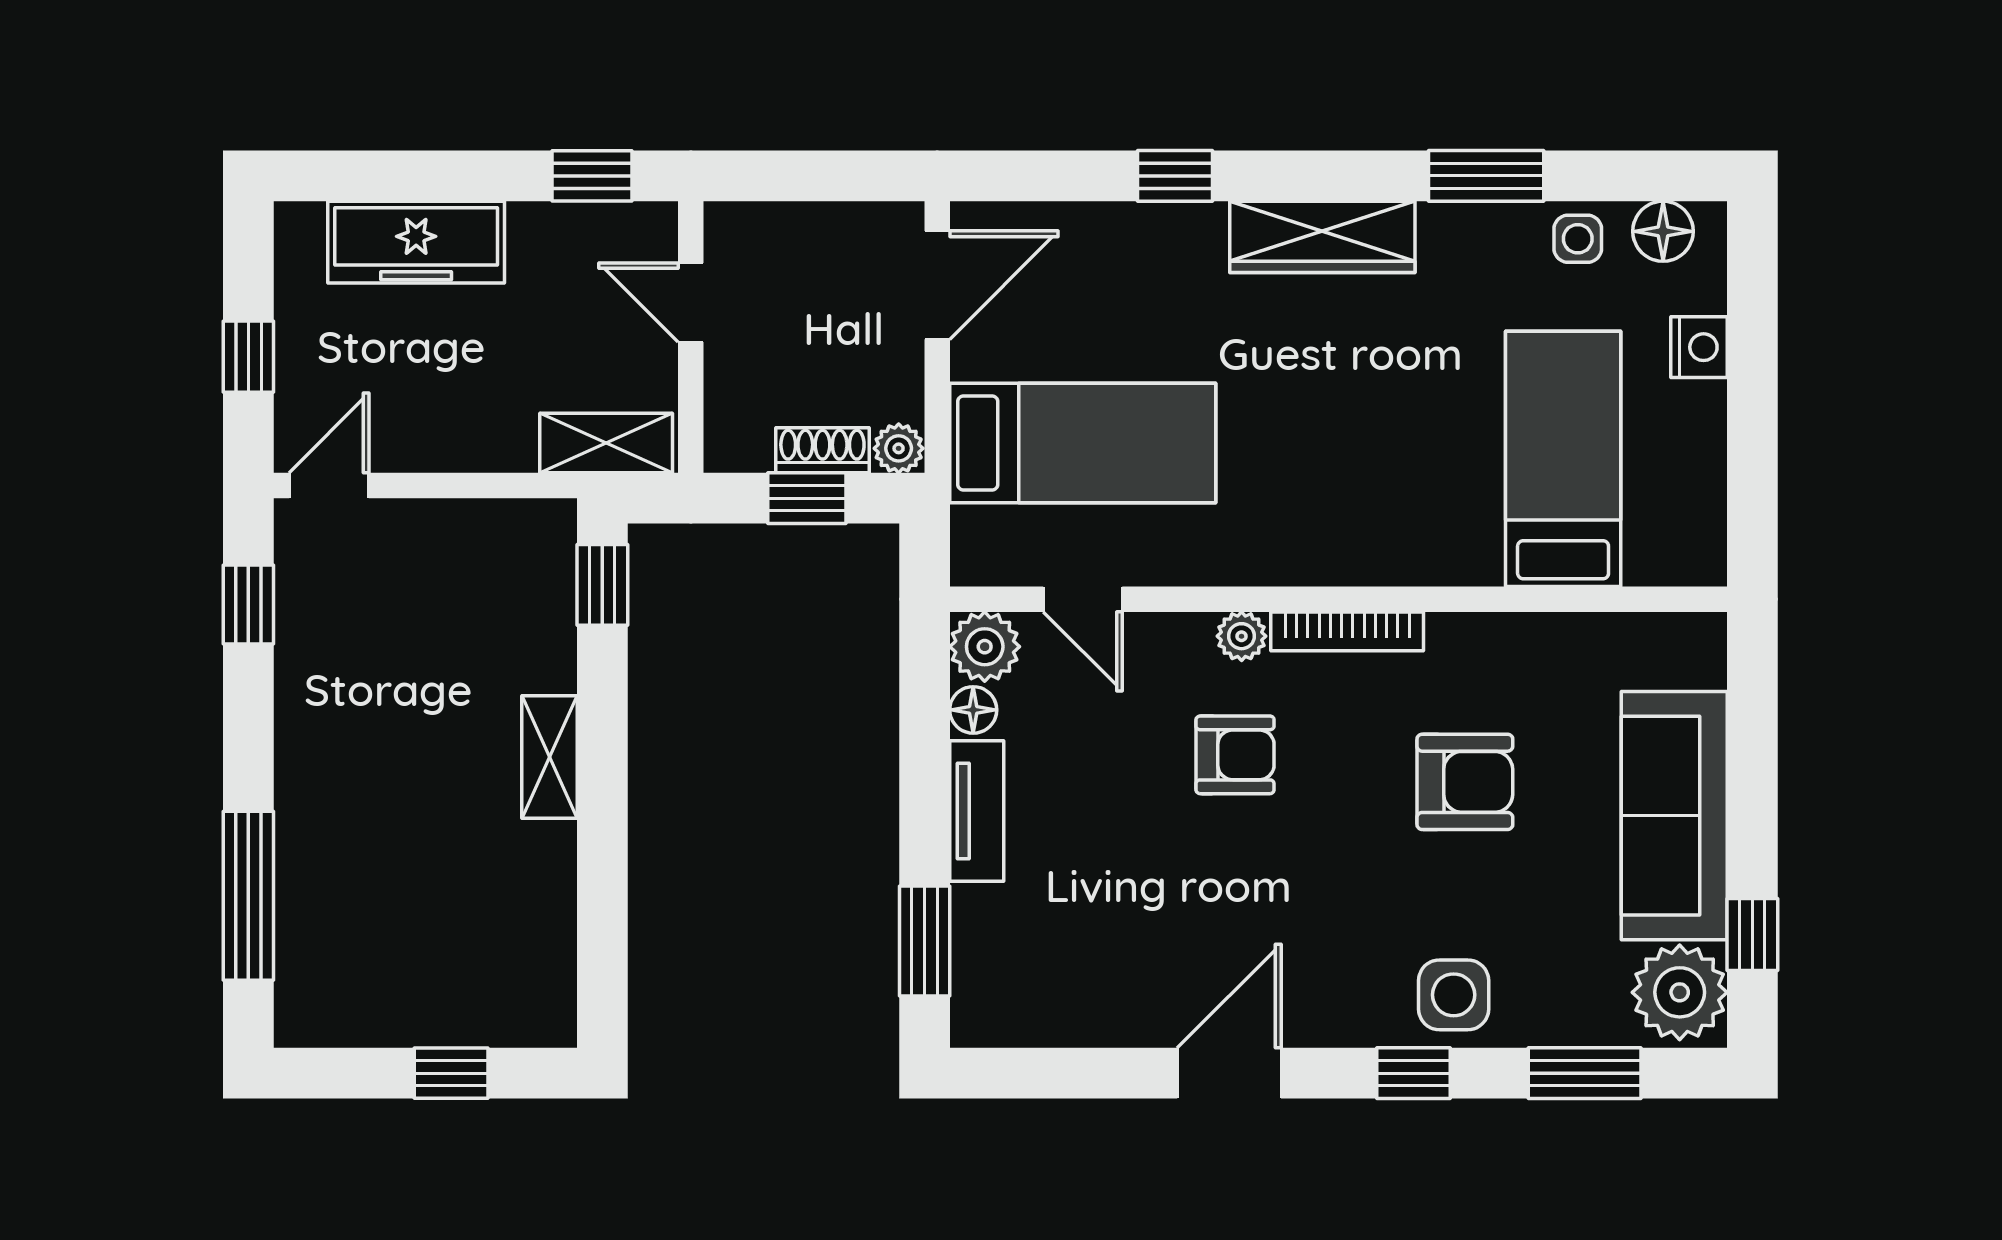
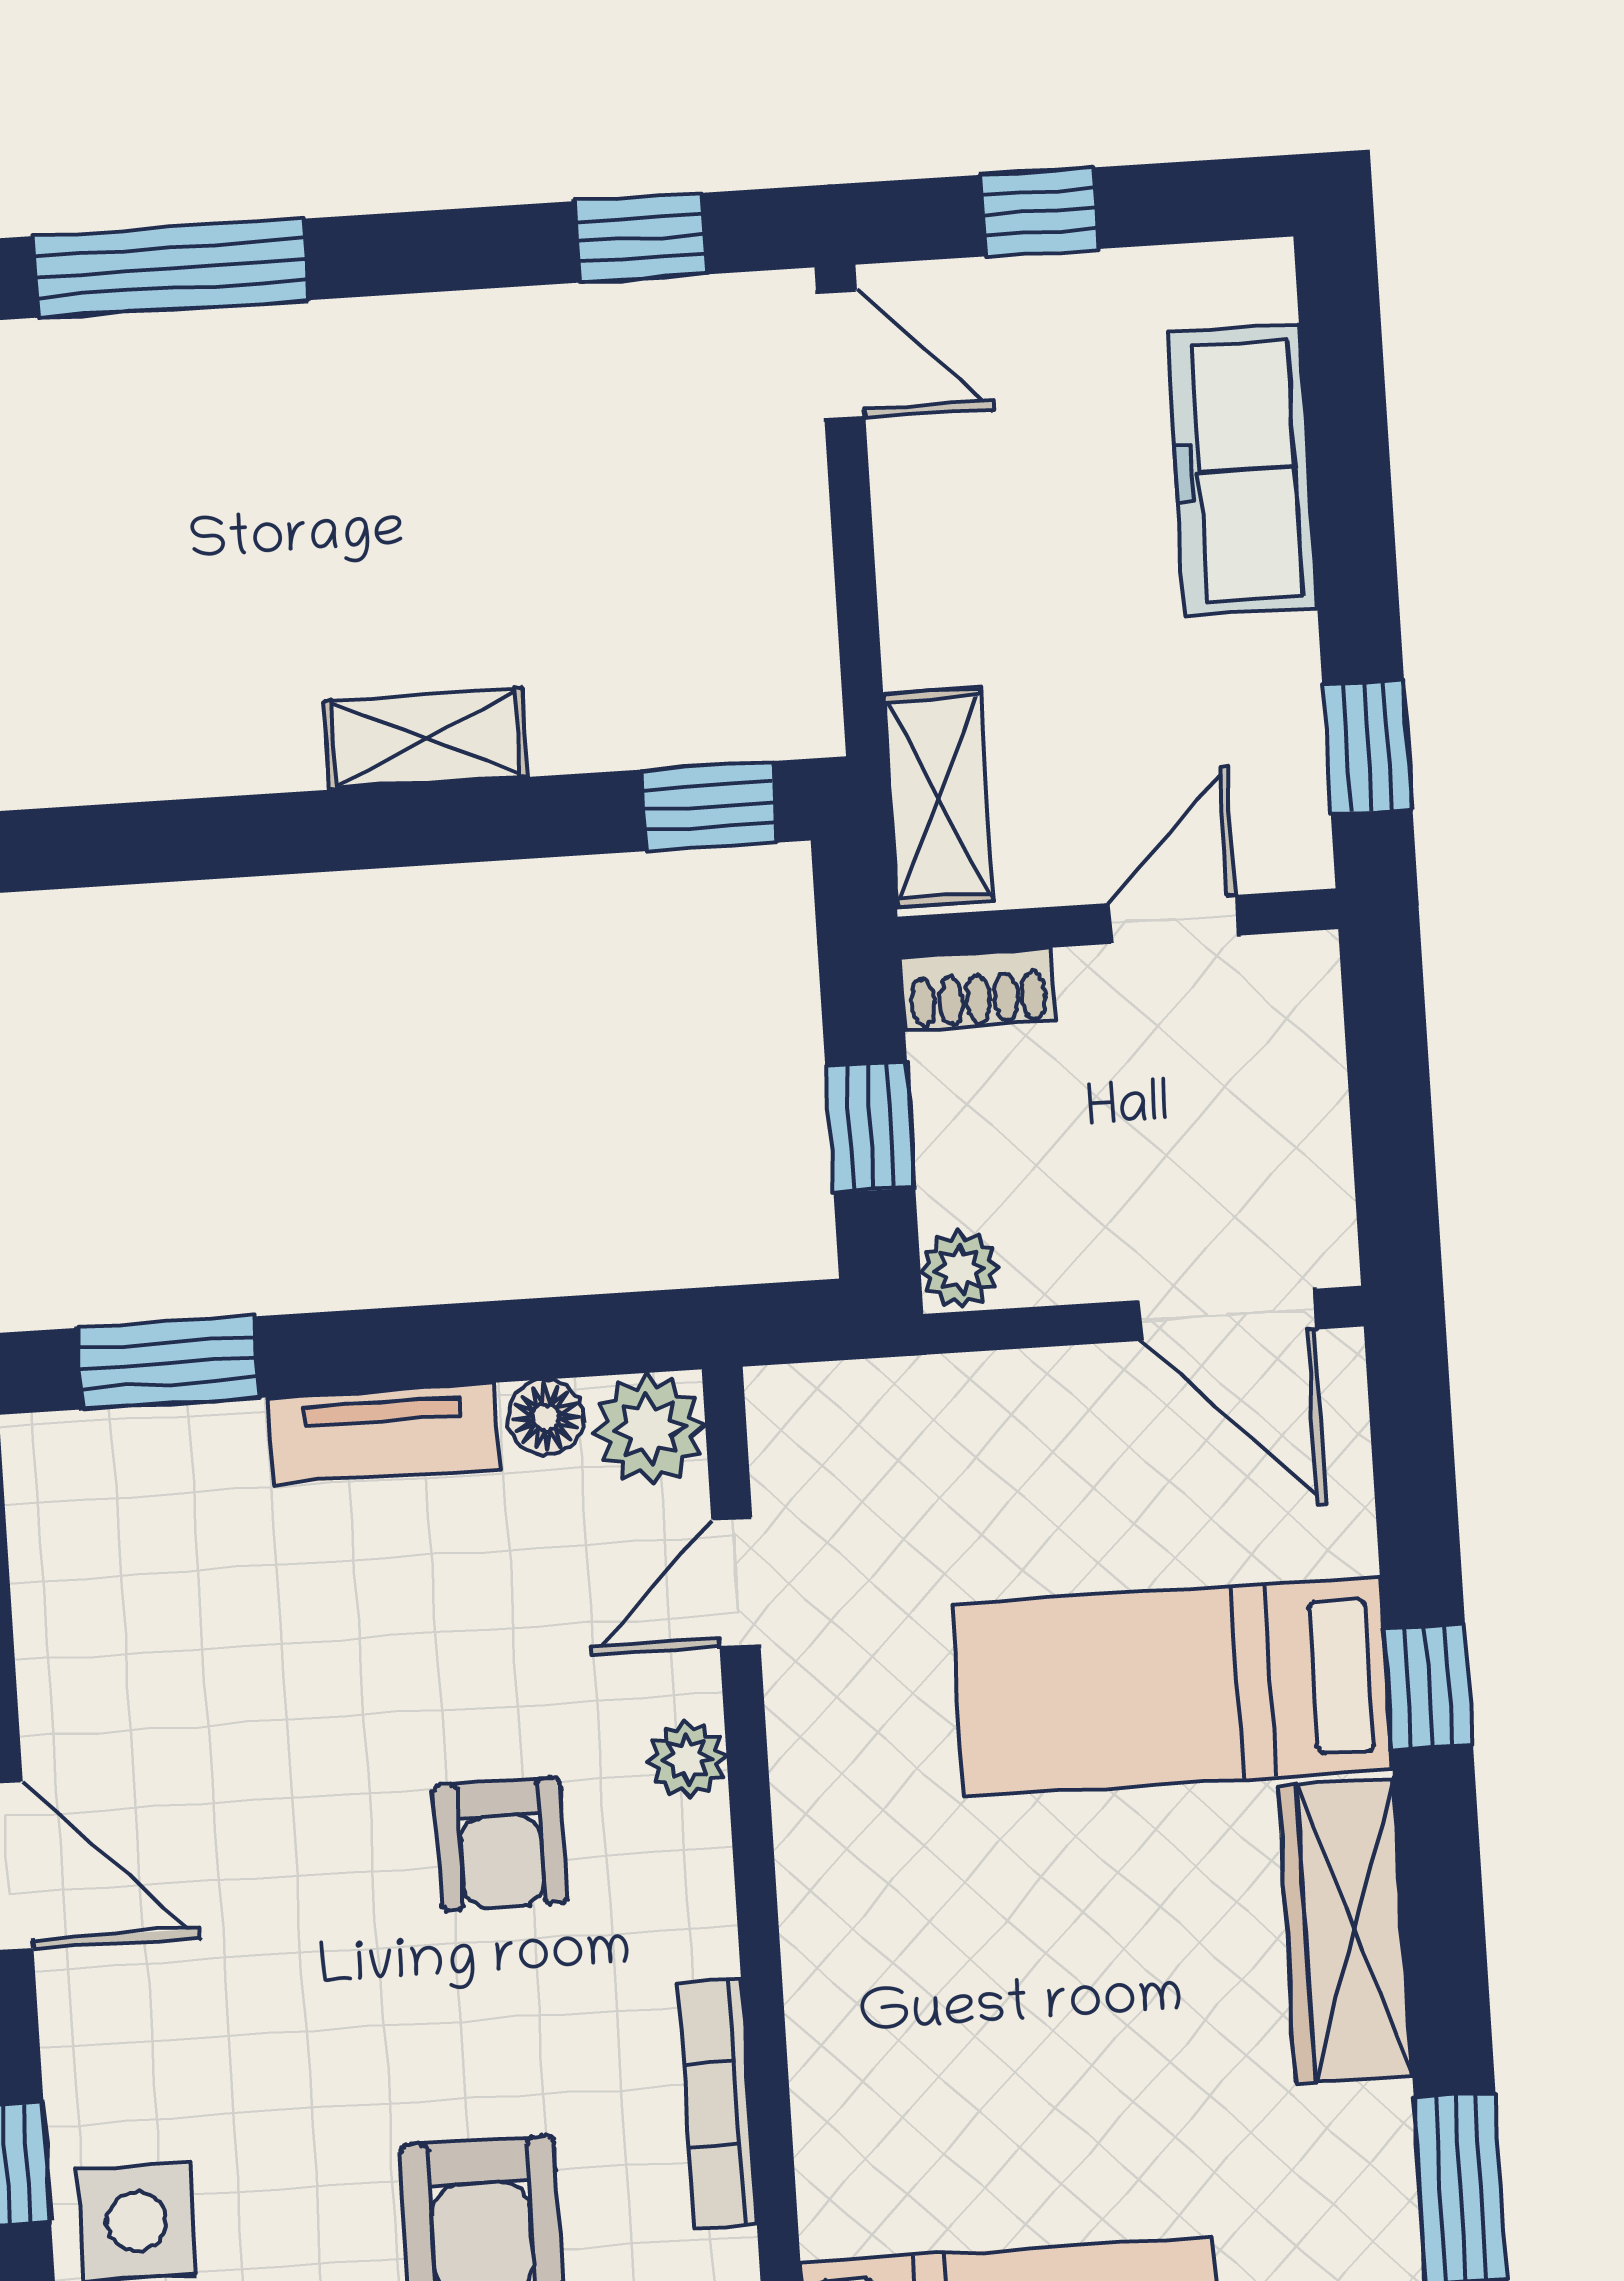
bed: (1083, 443) -> (1172, 1687), moved, turned 90
shoe rack: (822, 450) -> (978, 989), moved, turned 90
bookcase: (1347, 631) -> (718, 2104), moved
plant: (1242, 636) -> (687, 1759), moved

